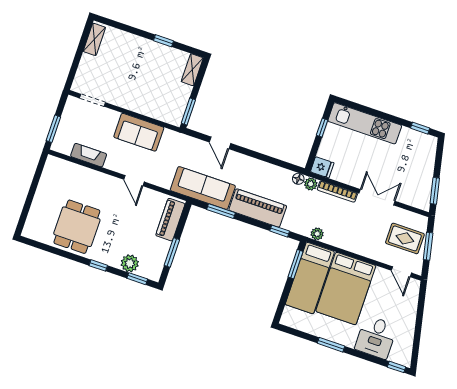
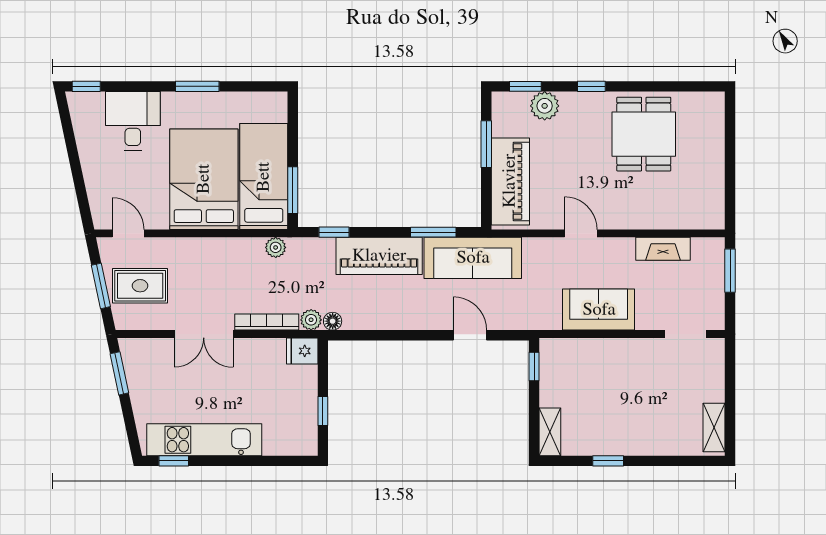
window: (188, 111) -> (534, 367), width x0.67
kitchen unit: (365, 123) -> (204, 440), moved
piano: (170, 220) -> (510, 181), width x1.37, depth x1.33

